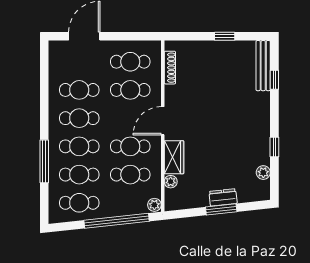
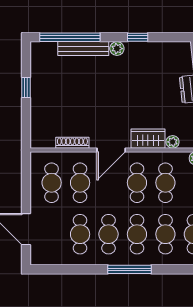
bench: (263, 66) -> (83, 49), moved
shoe rack: (170, 68) -> (72, 143), moved
window: (274, 80) -> (70, 37), width x3.17
door: (163, 121) -> (111, 150), hinge flipped
window: (44, 161) -> (130, 269), moved
plant: (263, 173) -> (117, 49), moved

